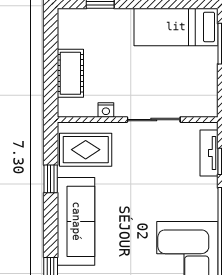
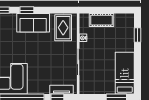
window: (51, 179) -> (27, 10), moved
sofa: (76, 221) -> (33, 23), width x0.73

